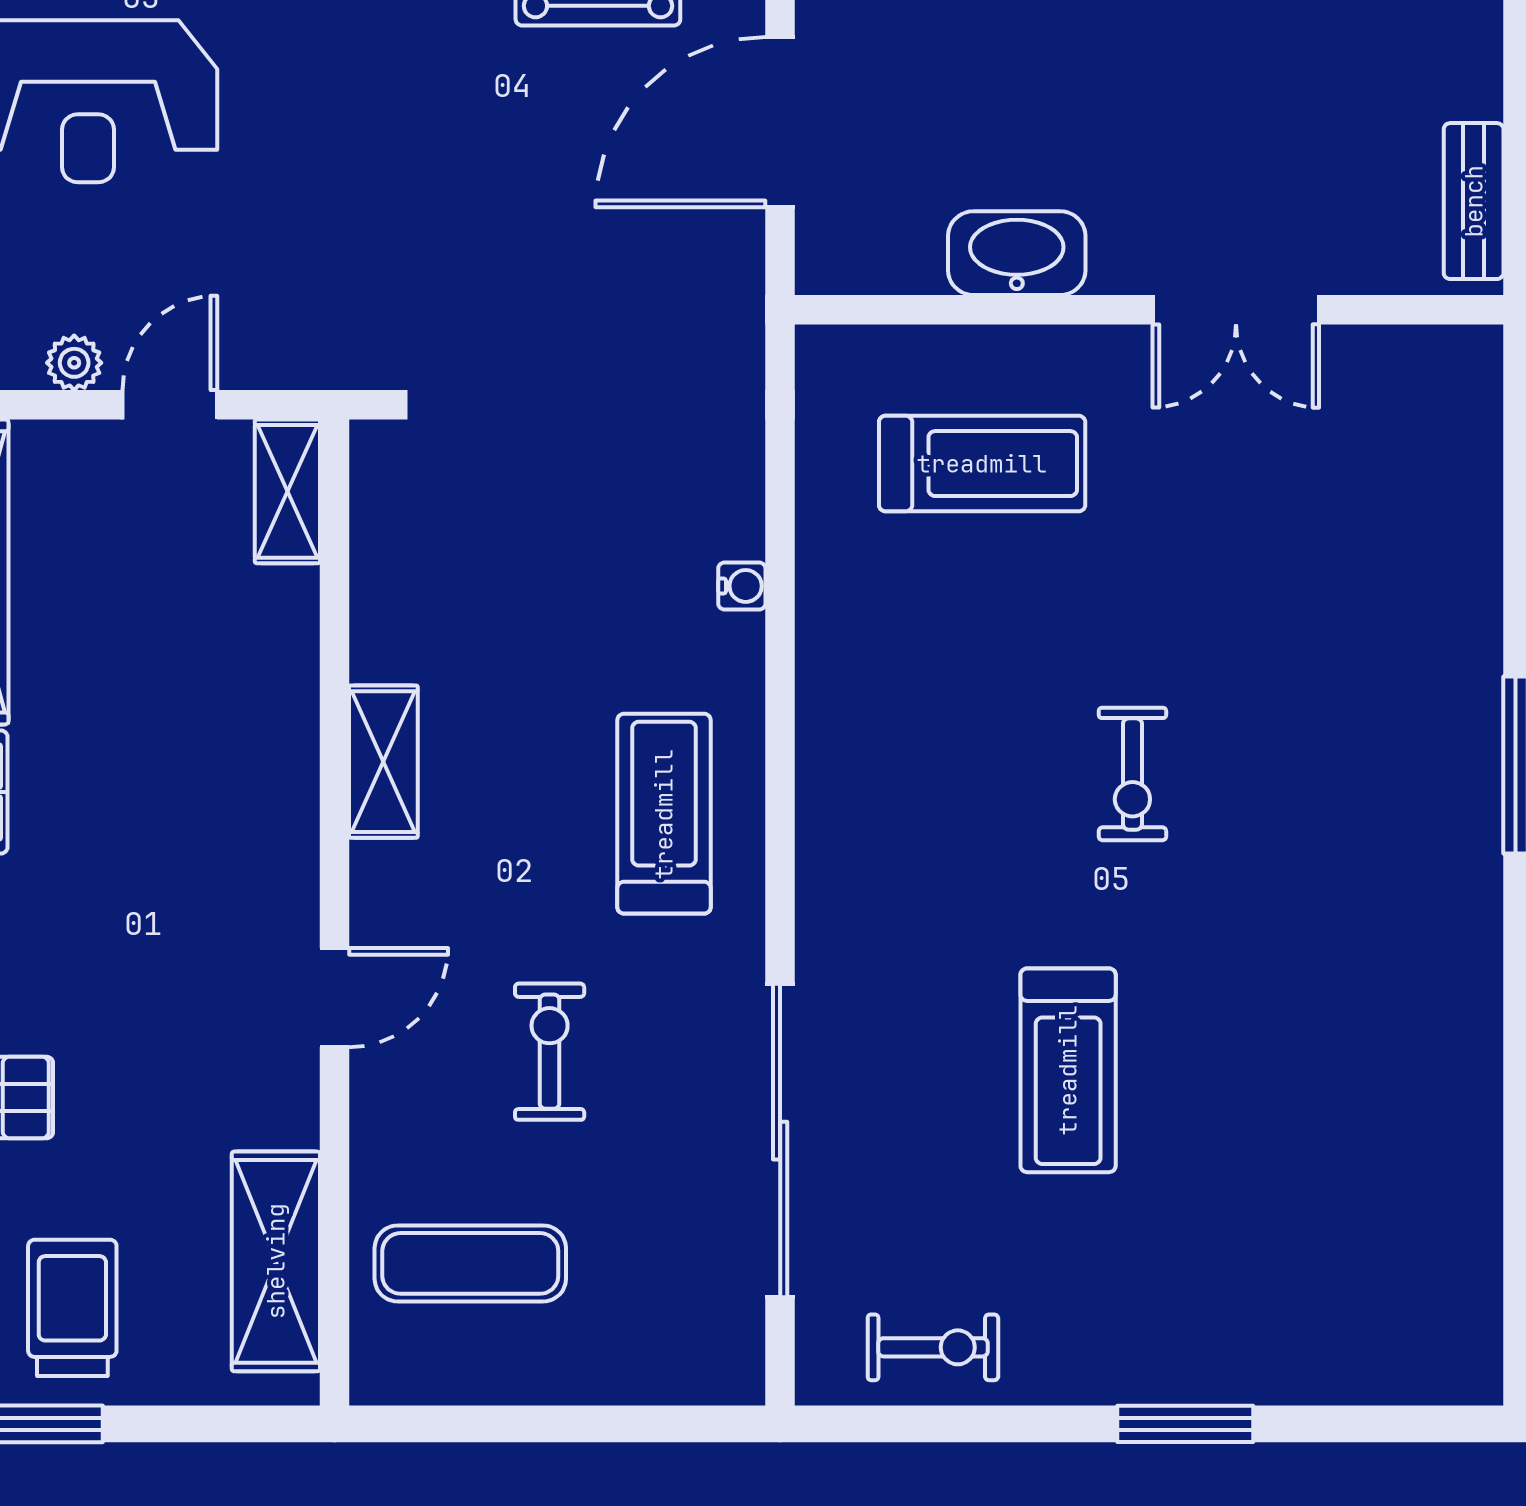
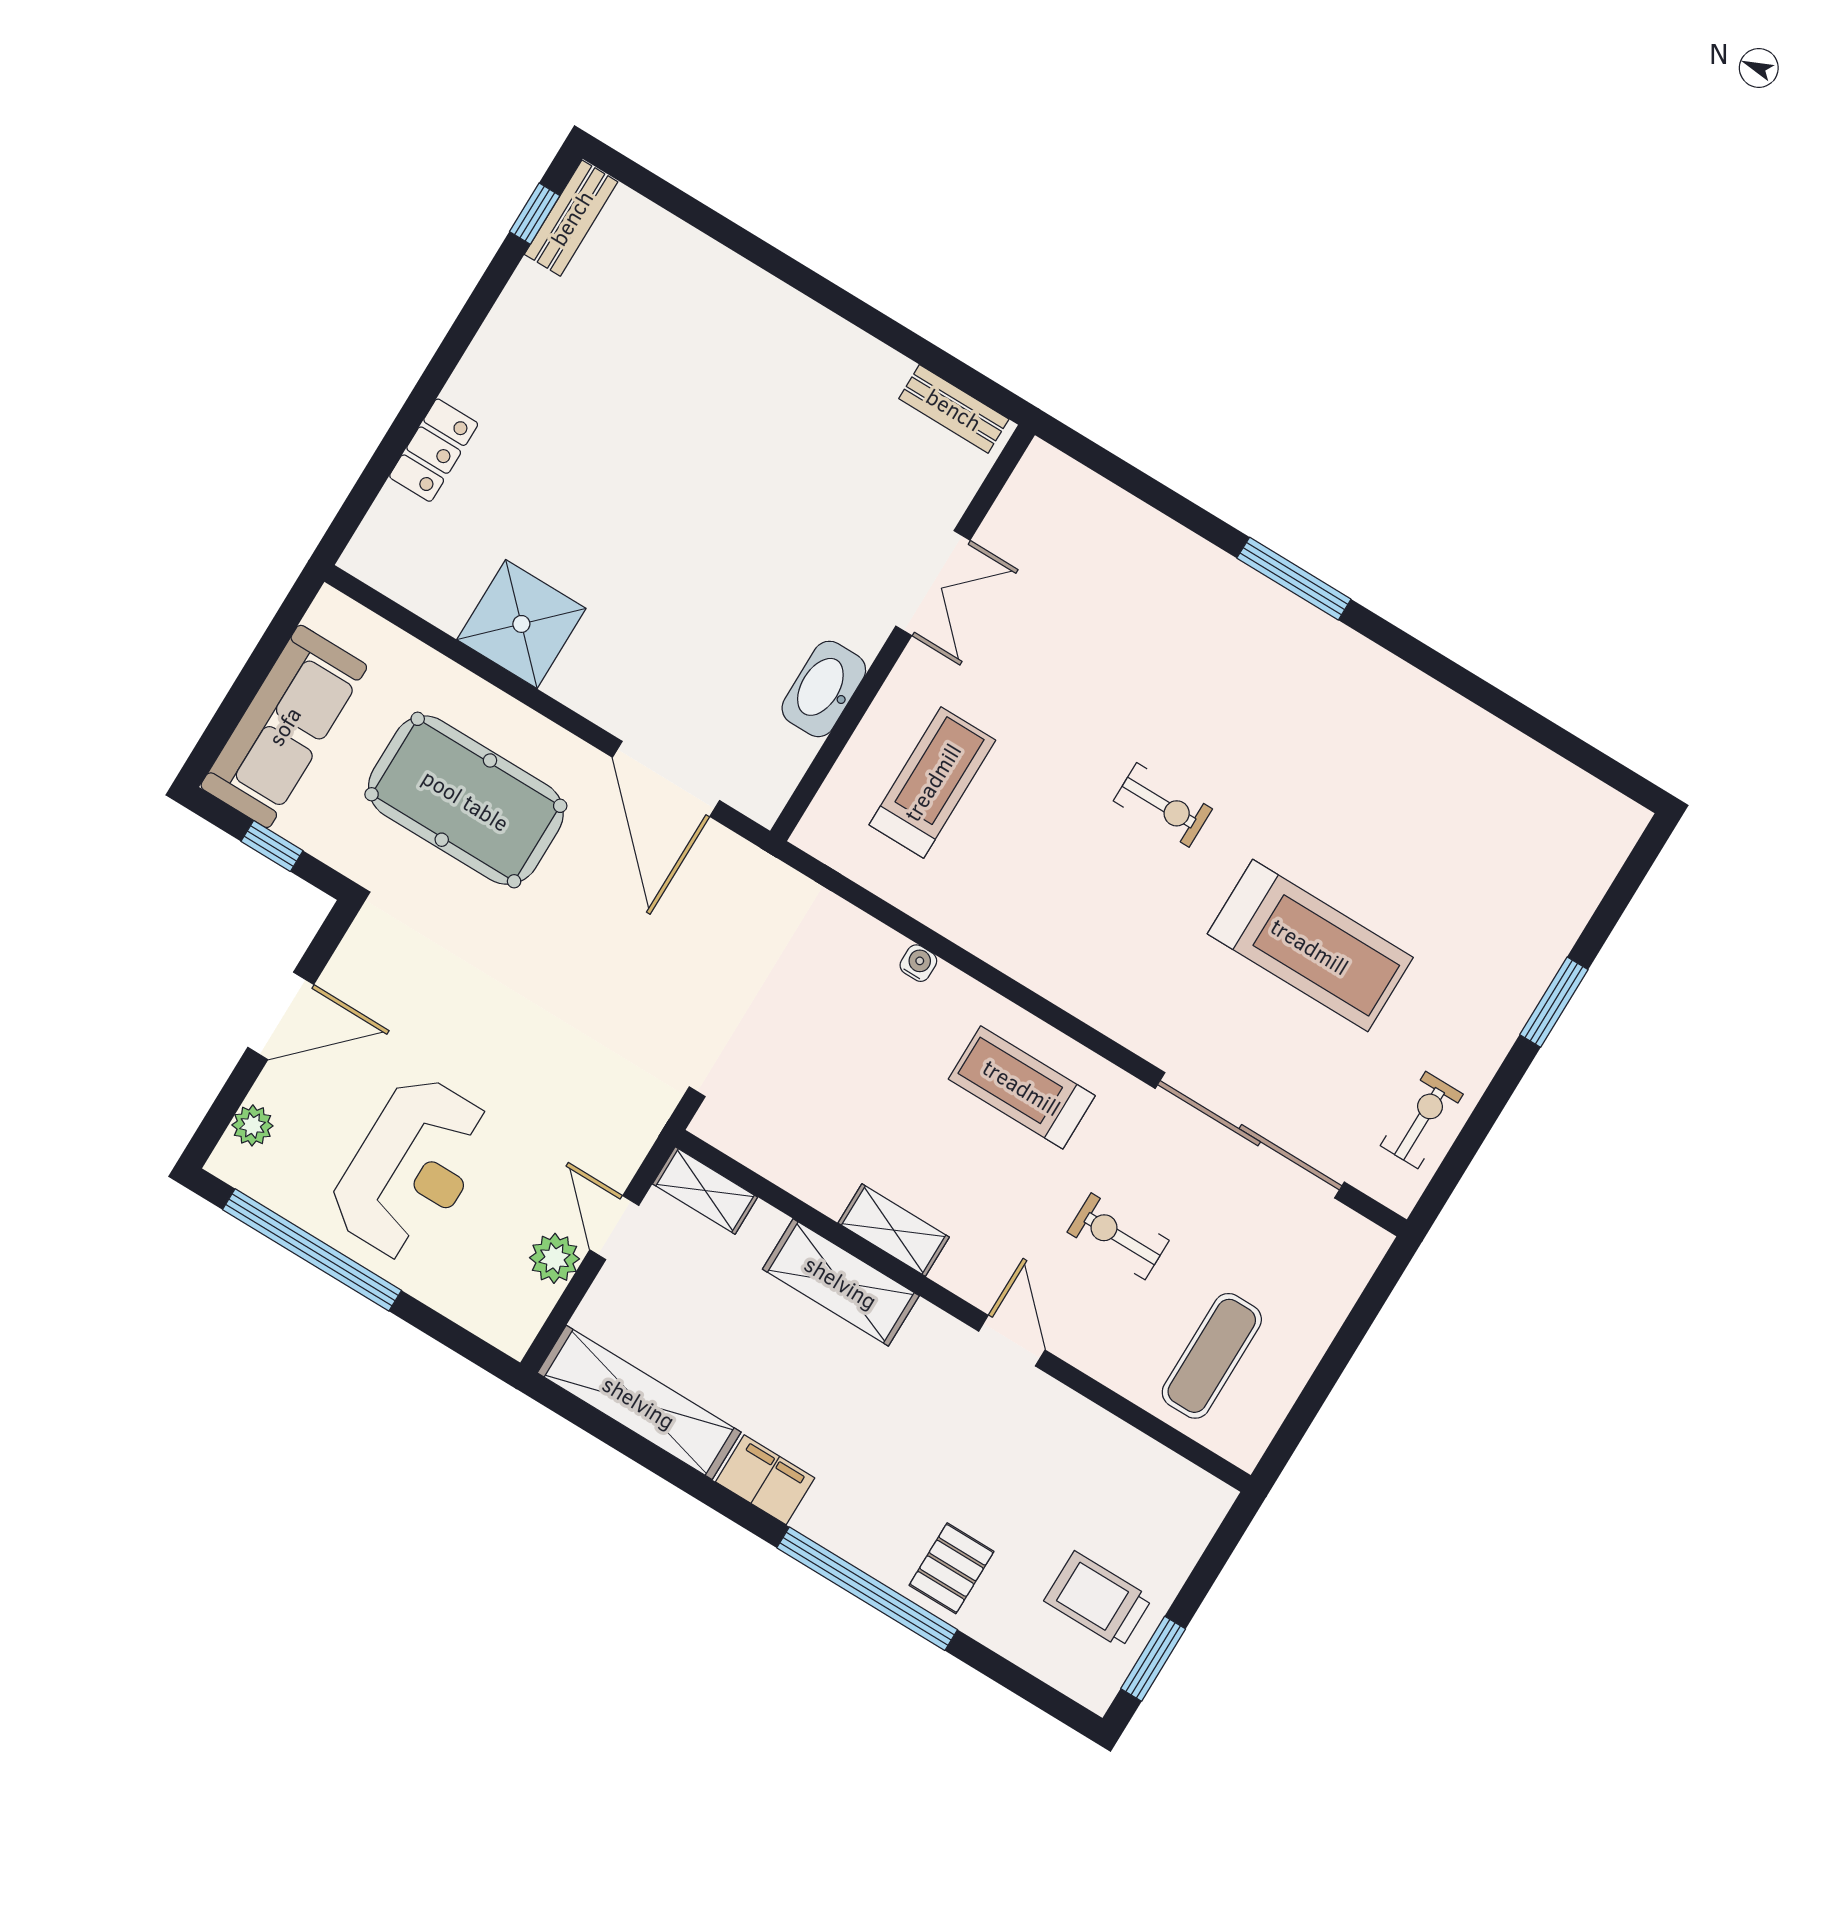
plant: (74, 363) -> (554, 1258), width x1.38, depth x1.38
treadmill: (1068, 1070) -> (1310, 946), width x1.37, depth x1.38
shelving: (276, 1261) -> (841, 1282), moved

